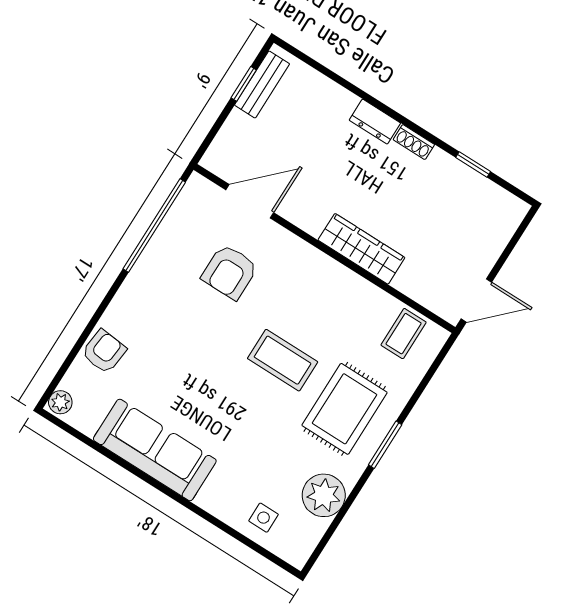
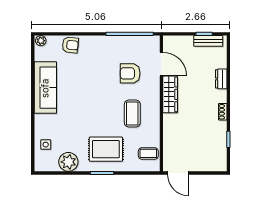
dresser: (375, 122) -> (221, 79), moved
wardrobe: (361, 249) -> (170, 94), moved
coffee table: (283, 360) -> (132, 114), moved

